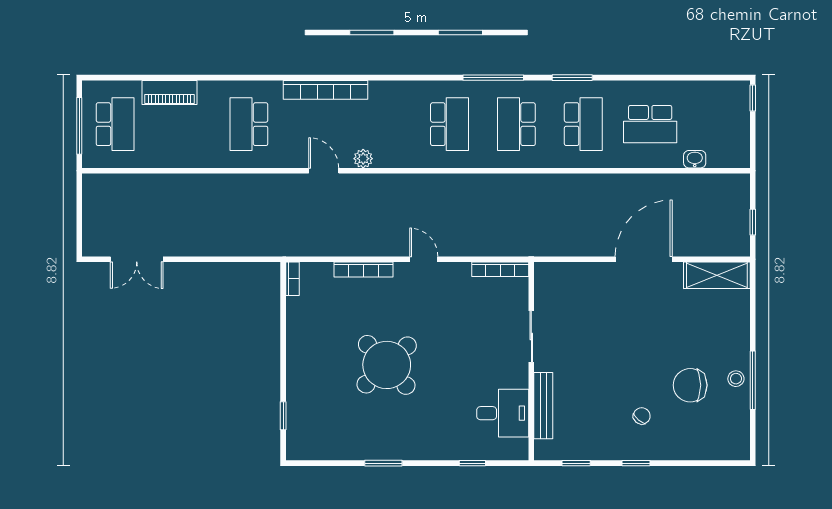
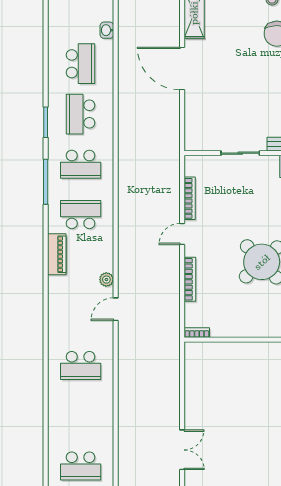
bookcase: (326, 90) -> (55, 308), removed
piano: (169, 93) -> (57, 254), moved
school desk: (115, 124) -> (81, 466), turned 180
school desk: (583, 124) -> (81, 114), turned -90
bookcase: (500, 269) -> (190, 198), moved

